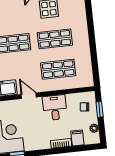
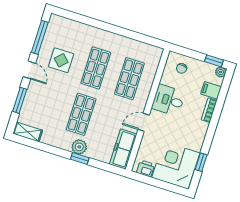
window: (100, 109) -> (214, 61), moved
plant: (94, 128) -> (221, 72), moved

